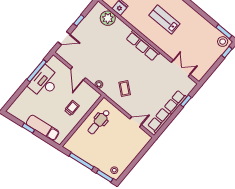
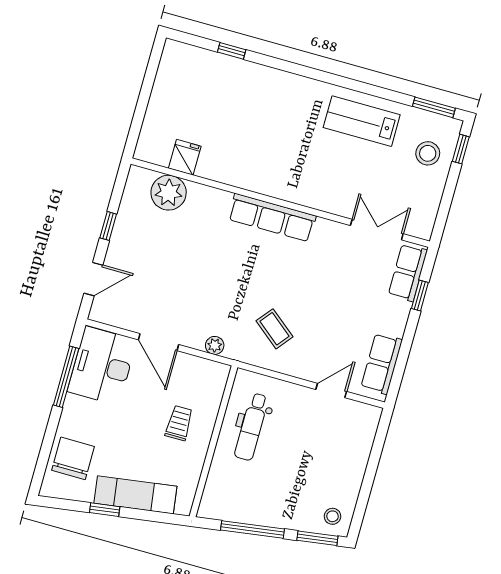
lab bench: (164, 19) -> (362, 121), moved
stool: (223, 42) -> (428, 153), moved
desk: (44, 82) -> (102, 366), moved
row of seats: (175, 102) -> (408, 272), moved
chair: (25, 103) -> (73, 458), added

